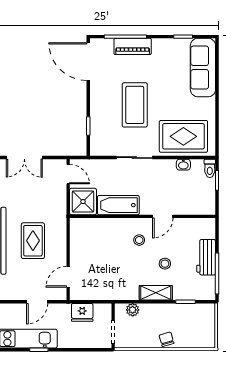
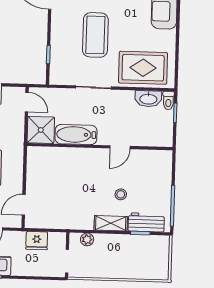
washbasin: (183, 165) -> (148, 99), width x1.91, depth x1.45
stool: (139, 240) -> (96, 170), removed
workbench: (206, 257) -> (146, 222), moved, turned 90
chair: (166, 339) -> (120, 270), removed

